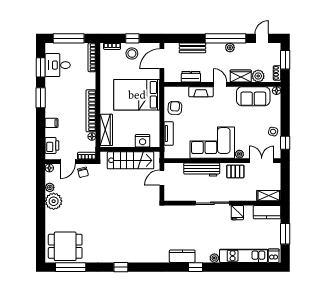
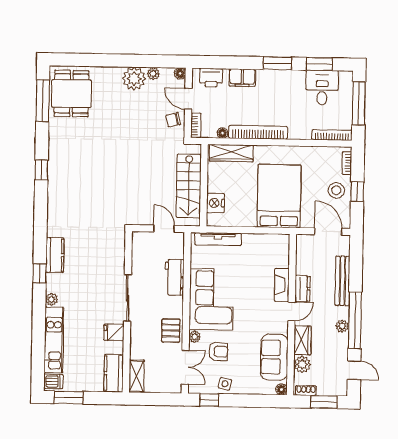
bench: (192, 48) -> (342, 281), width x1.36
dresser: (191, 77) -> (302, 289), moved
armchair: (175, 108) -> (218, 351), moved
filing cabinet: (52, 123) -> (242, 78), width x2.00
tv unit: (169, 133) -> (218, 239), width x1.41
workbench: (202, 170) -> (174, 277), width x0.73
window: (285, 234) -> (69, 397), moved

